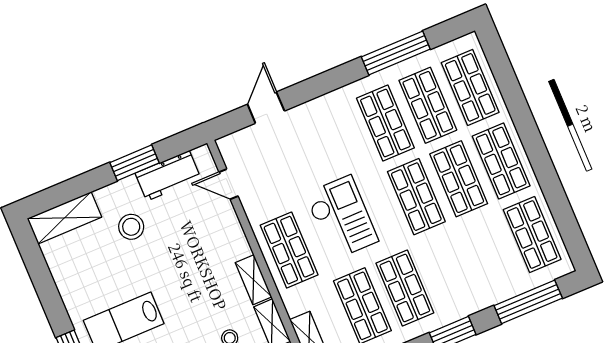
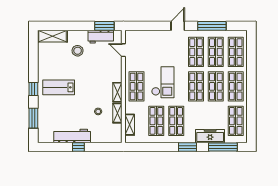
door: (266, 108) -> (178, 26), moved
window: (135, 163) -> (104, 26), moved
freezer: (491, 290) -> (210, 136), added

